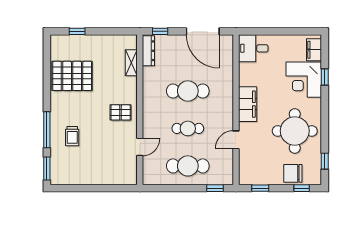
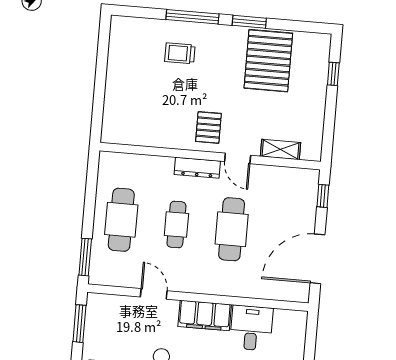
desk: (253, 48) -> (251, 328), moved
dresser: (148, 51) -> (197, 168), moved
door: (140, 147) -> (238, 158), moved
window: (47, 168) -> (249, 22), moved
window: (215, 188) -> (85, 257), width x1.50
window: (260, 188) -> (79, 324), width x1.50

